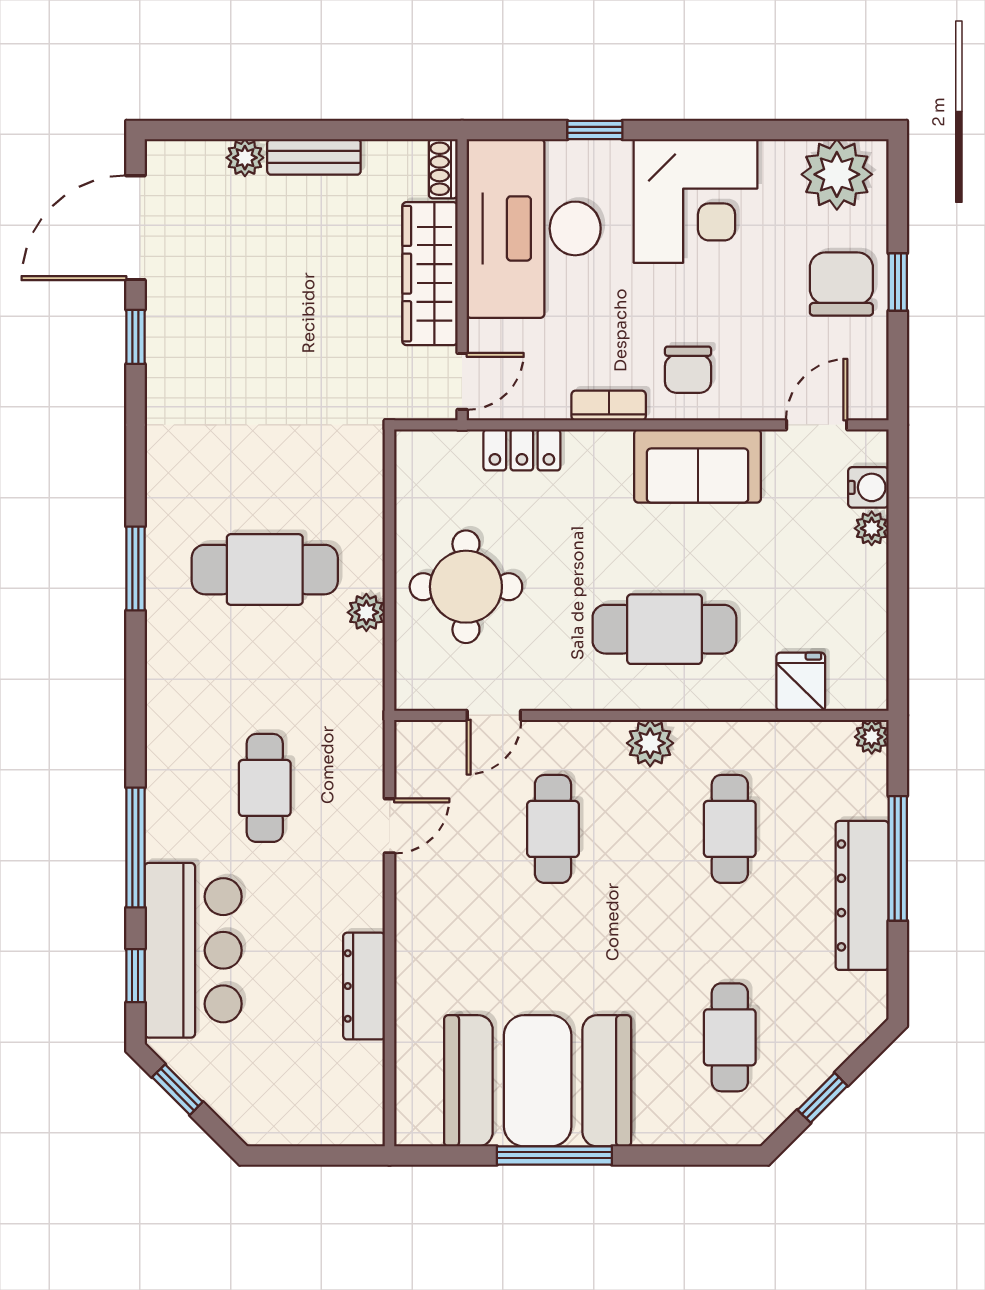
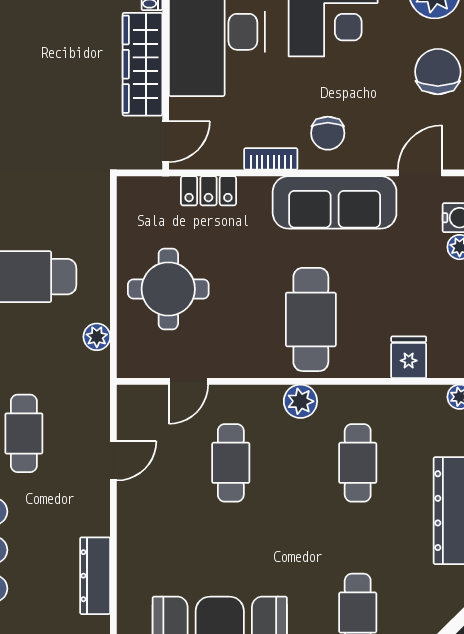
sofa: (698, 466) -> (335, 202), width x1.36
plant: (366, 612) -> (97, 337), moved
cafe table: (664, 629) -> (311, 319), turned 90

